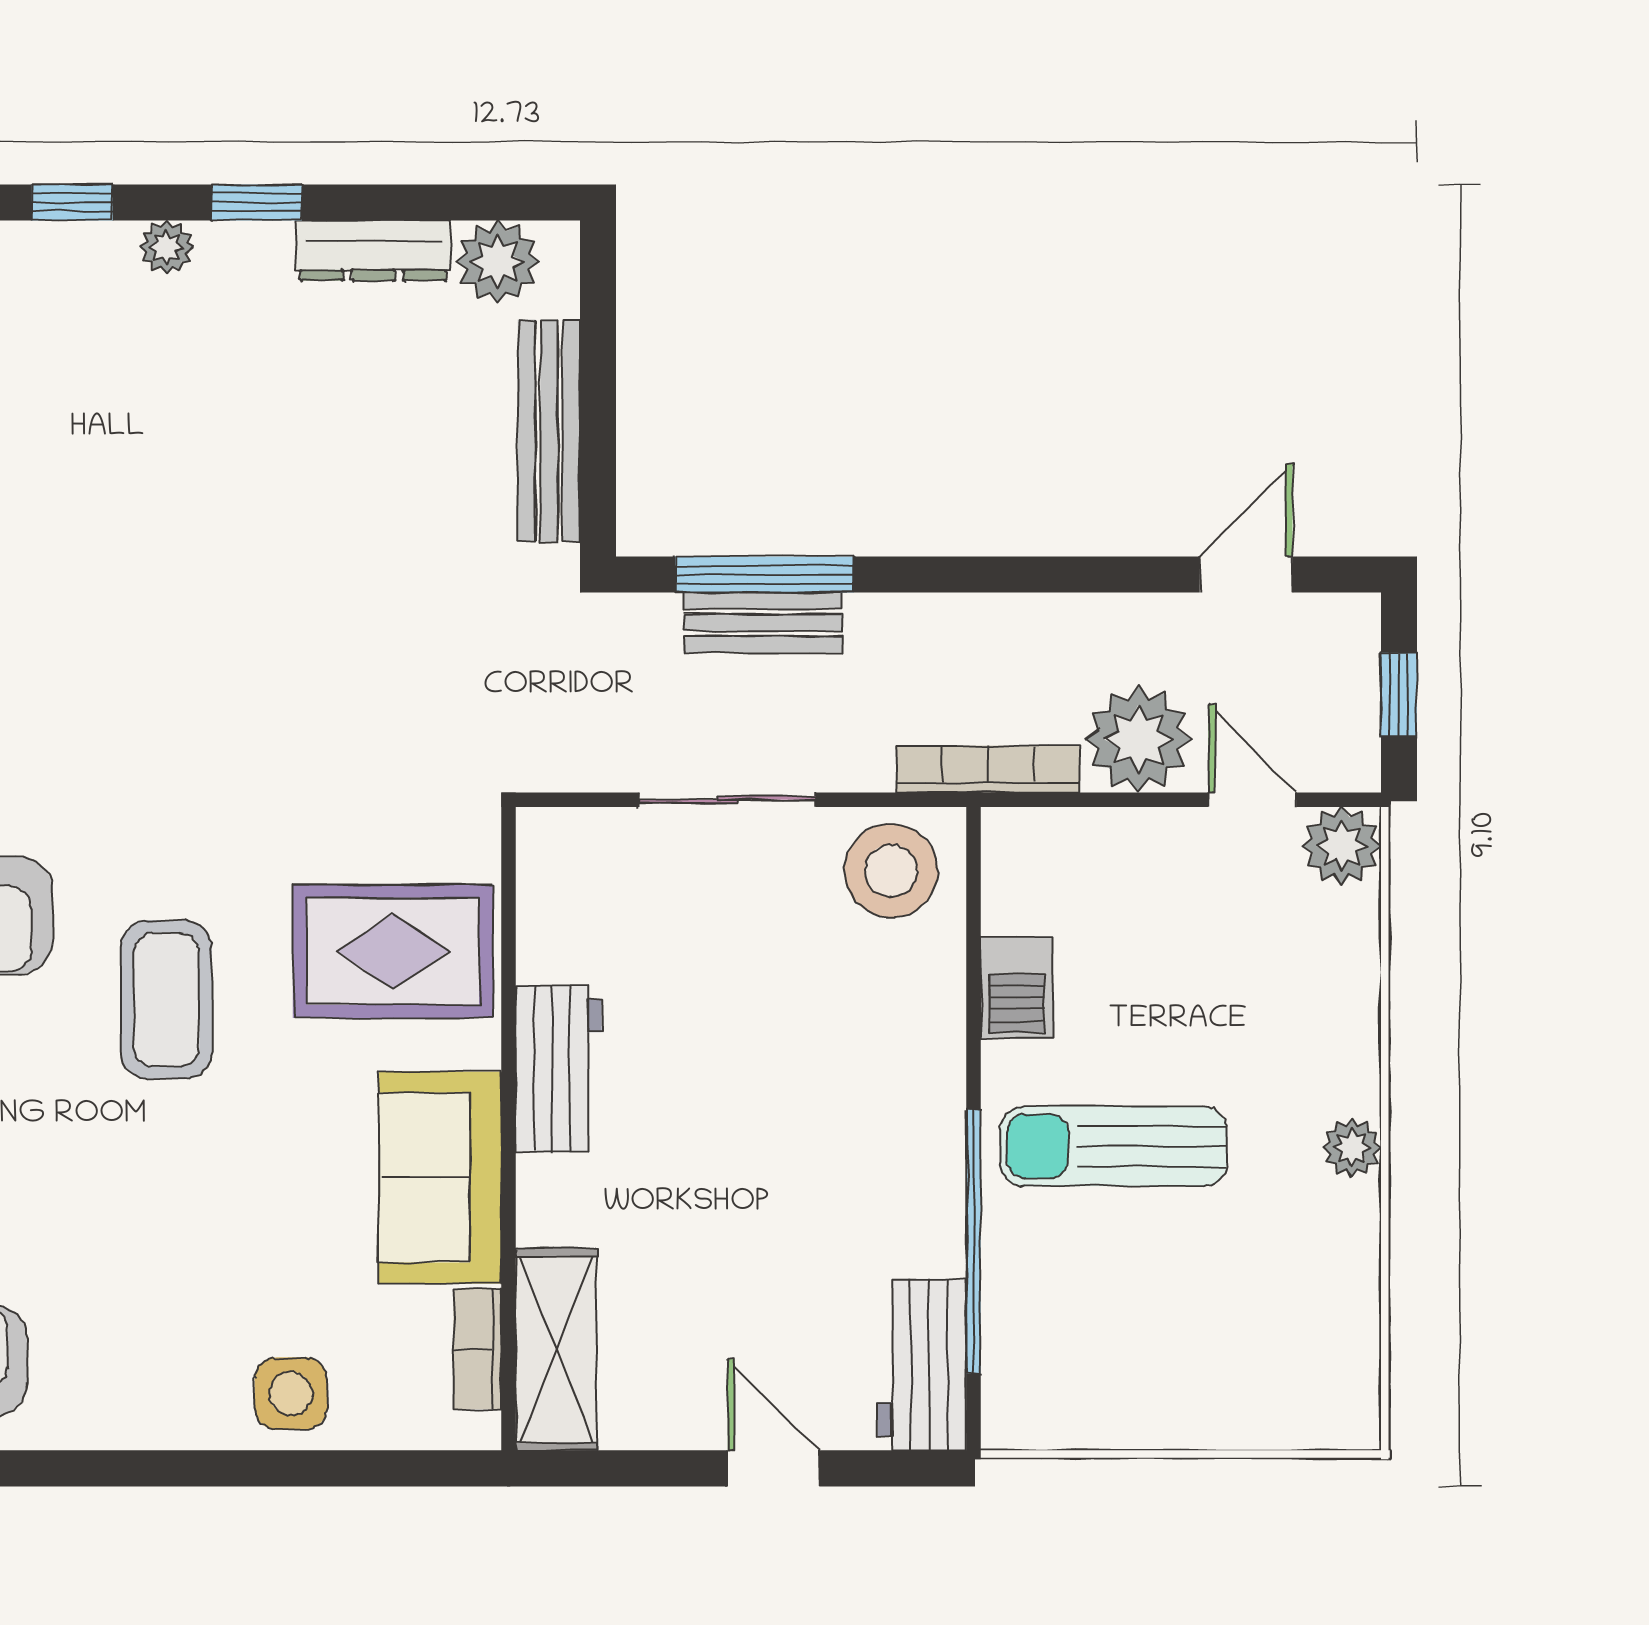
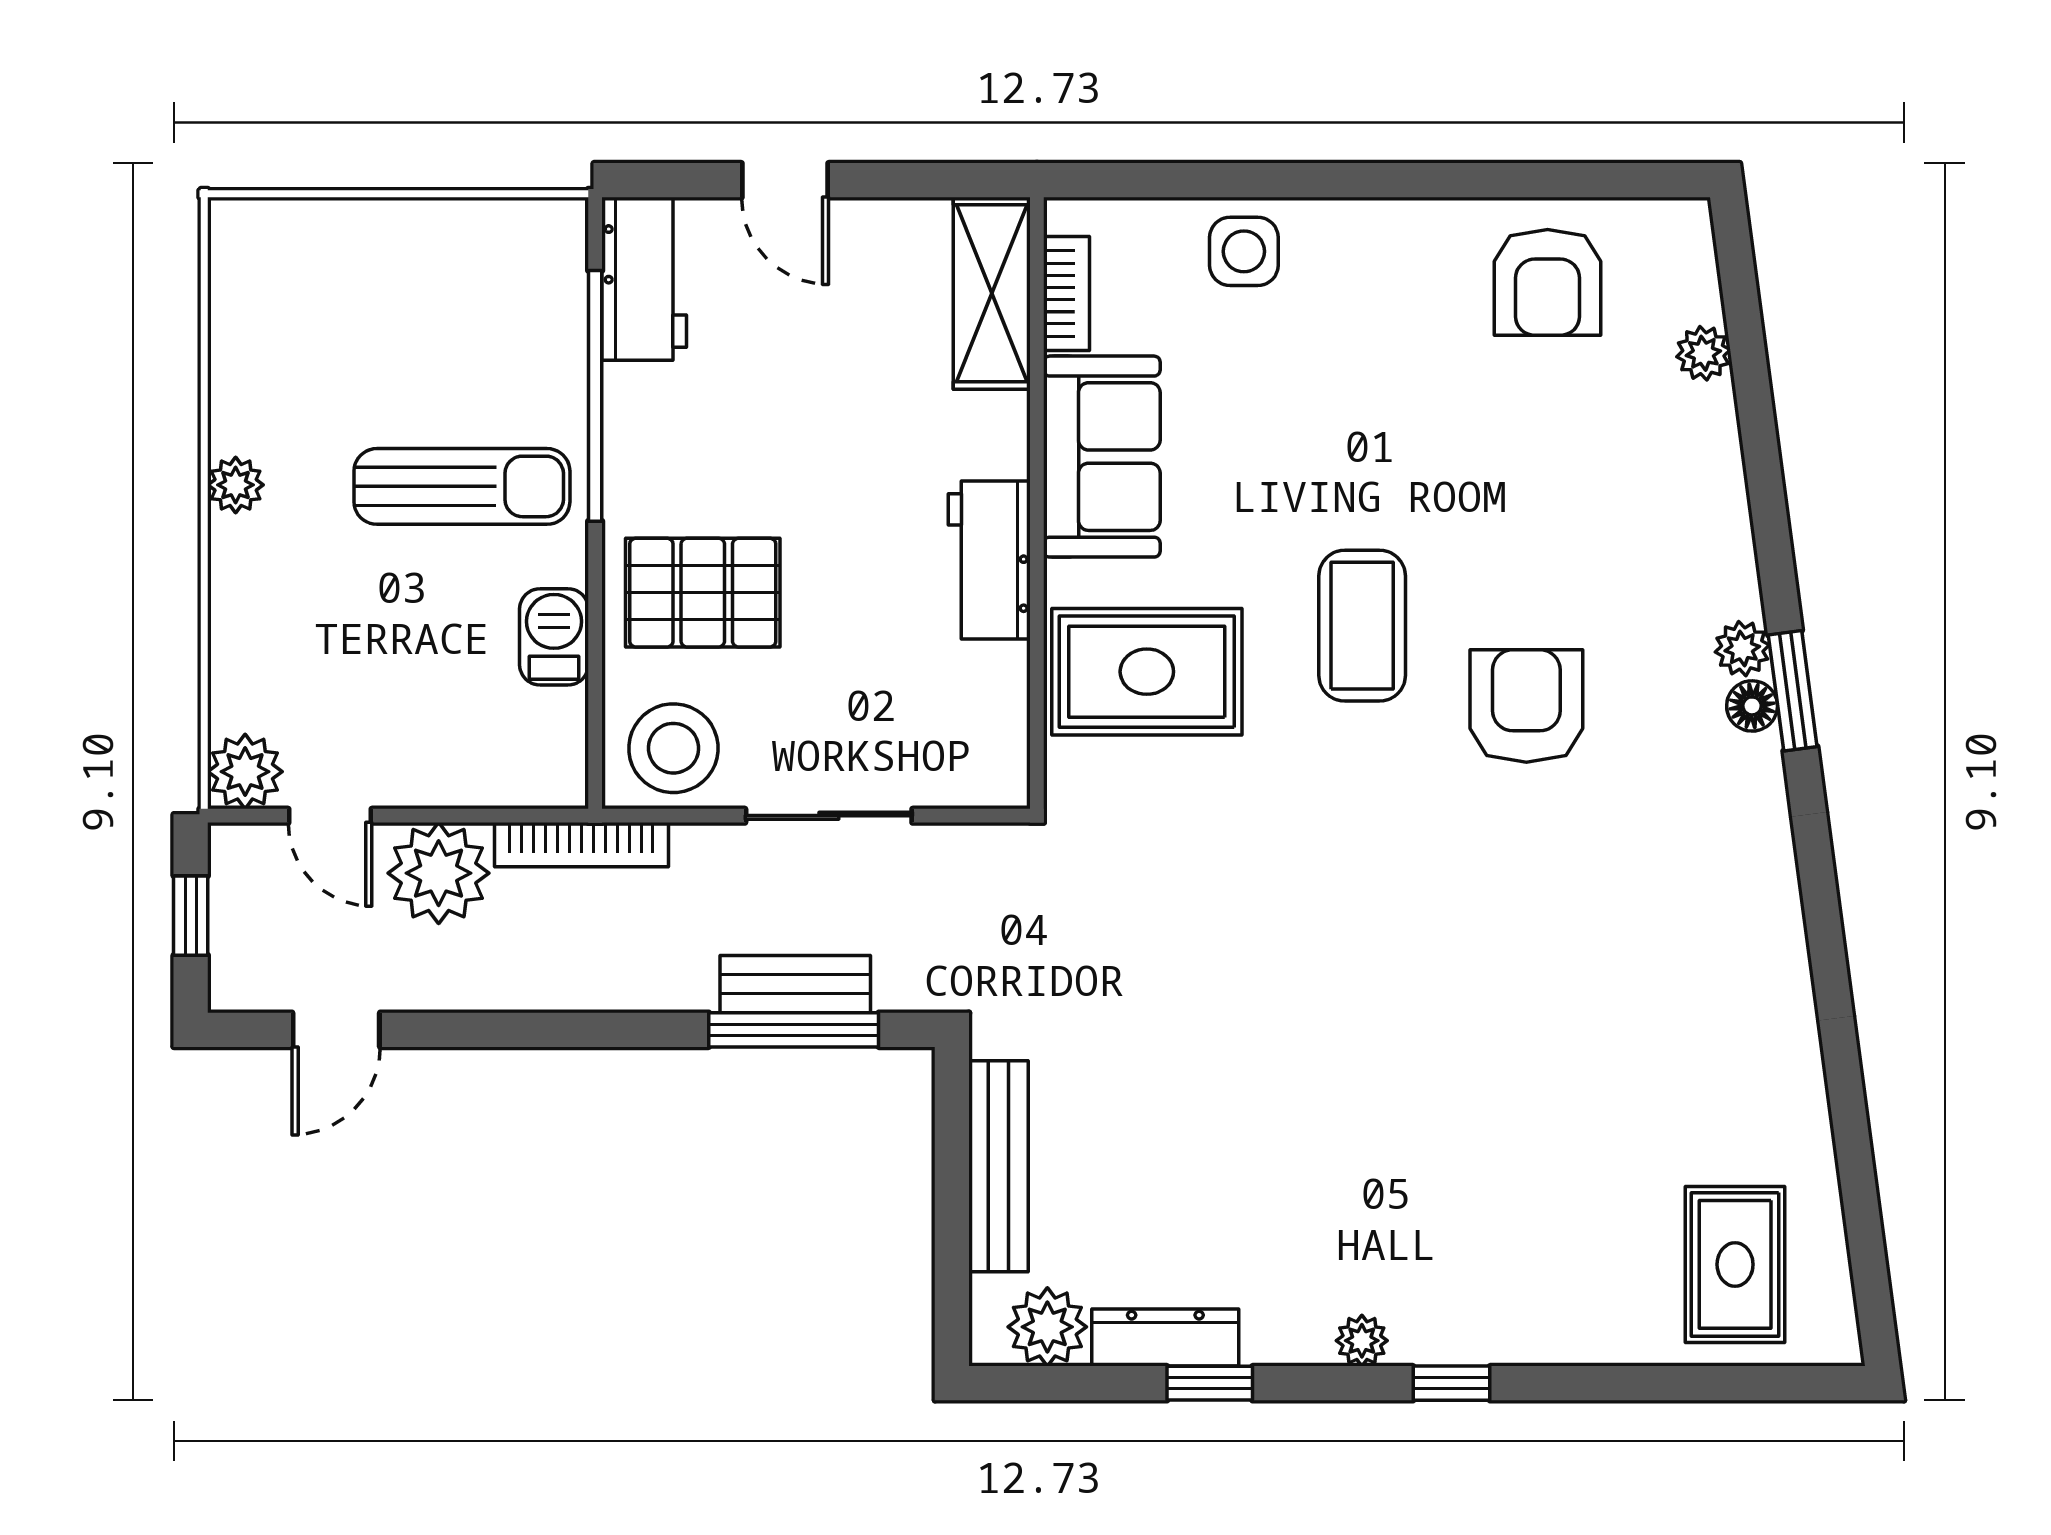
window: (257, 202) -> (1210, 1383), moved
pallet: (860, 1034) -> (703, 593), added

